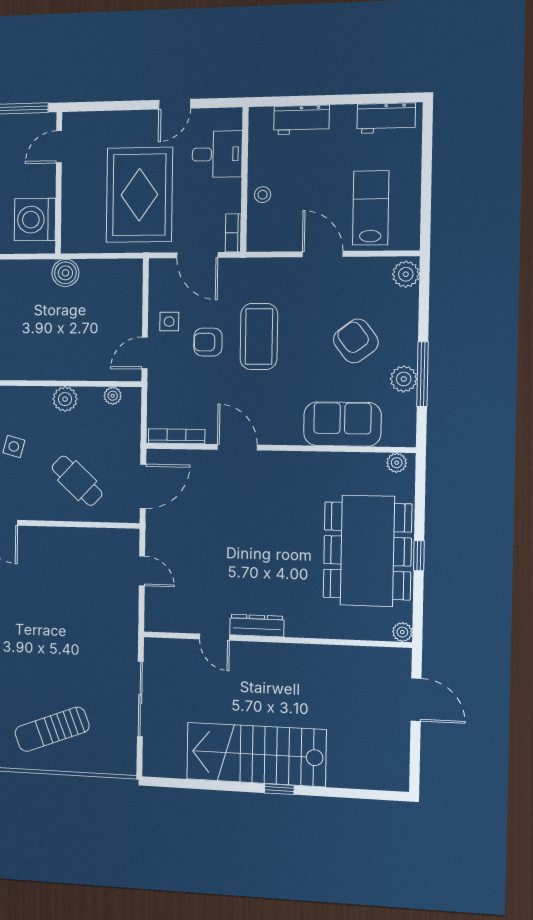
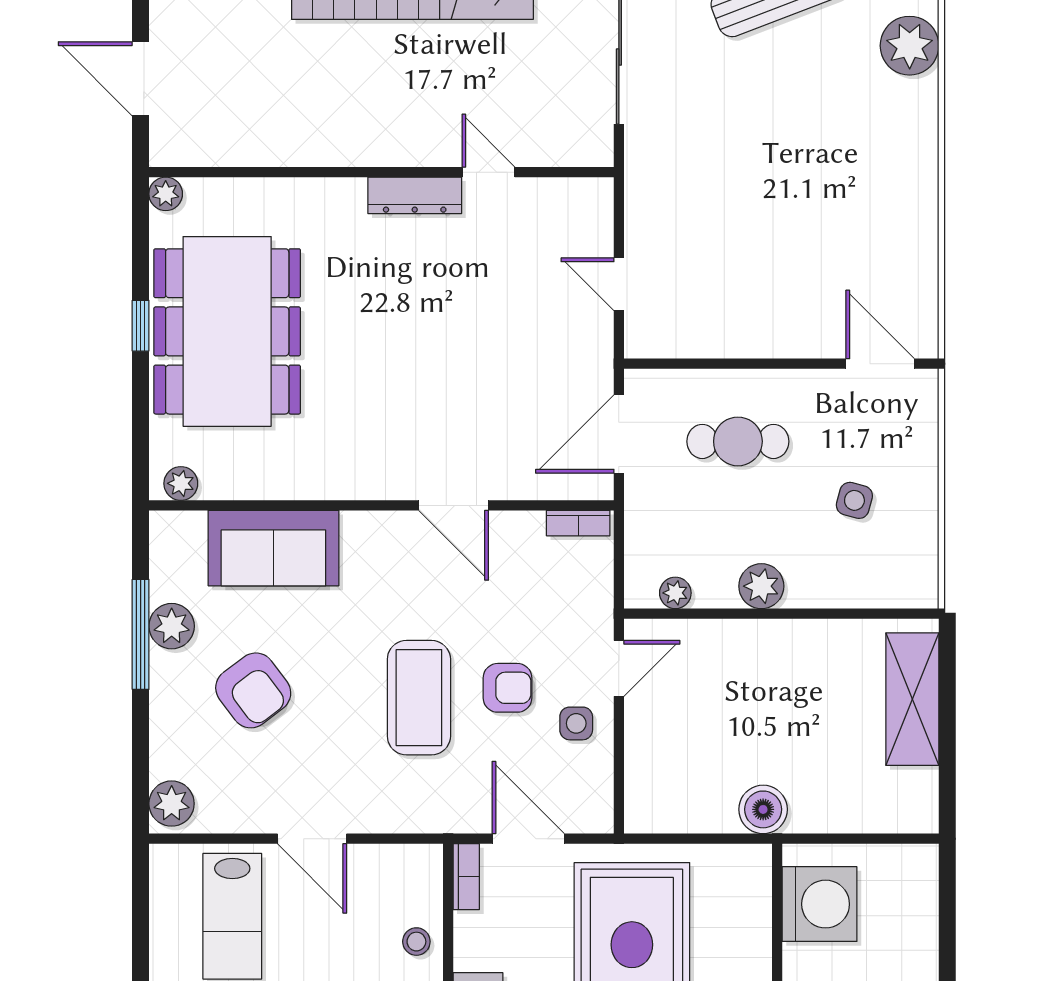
bookcase: (177, 436) -> (578, 523), width x0.64
cafe table: (77, 481) -> (738, 441), turned -43

